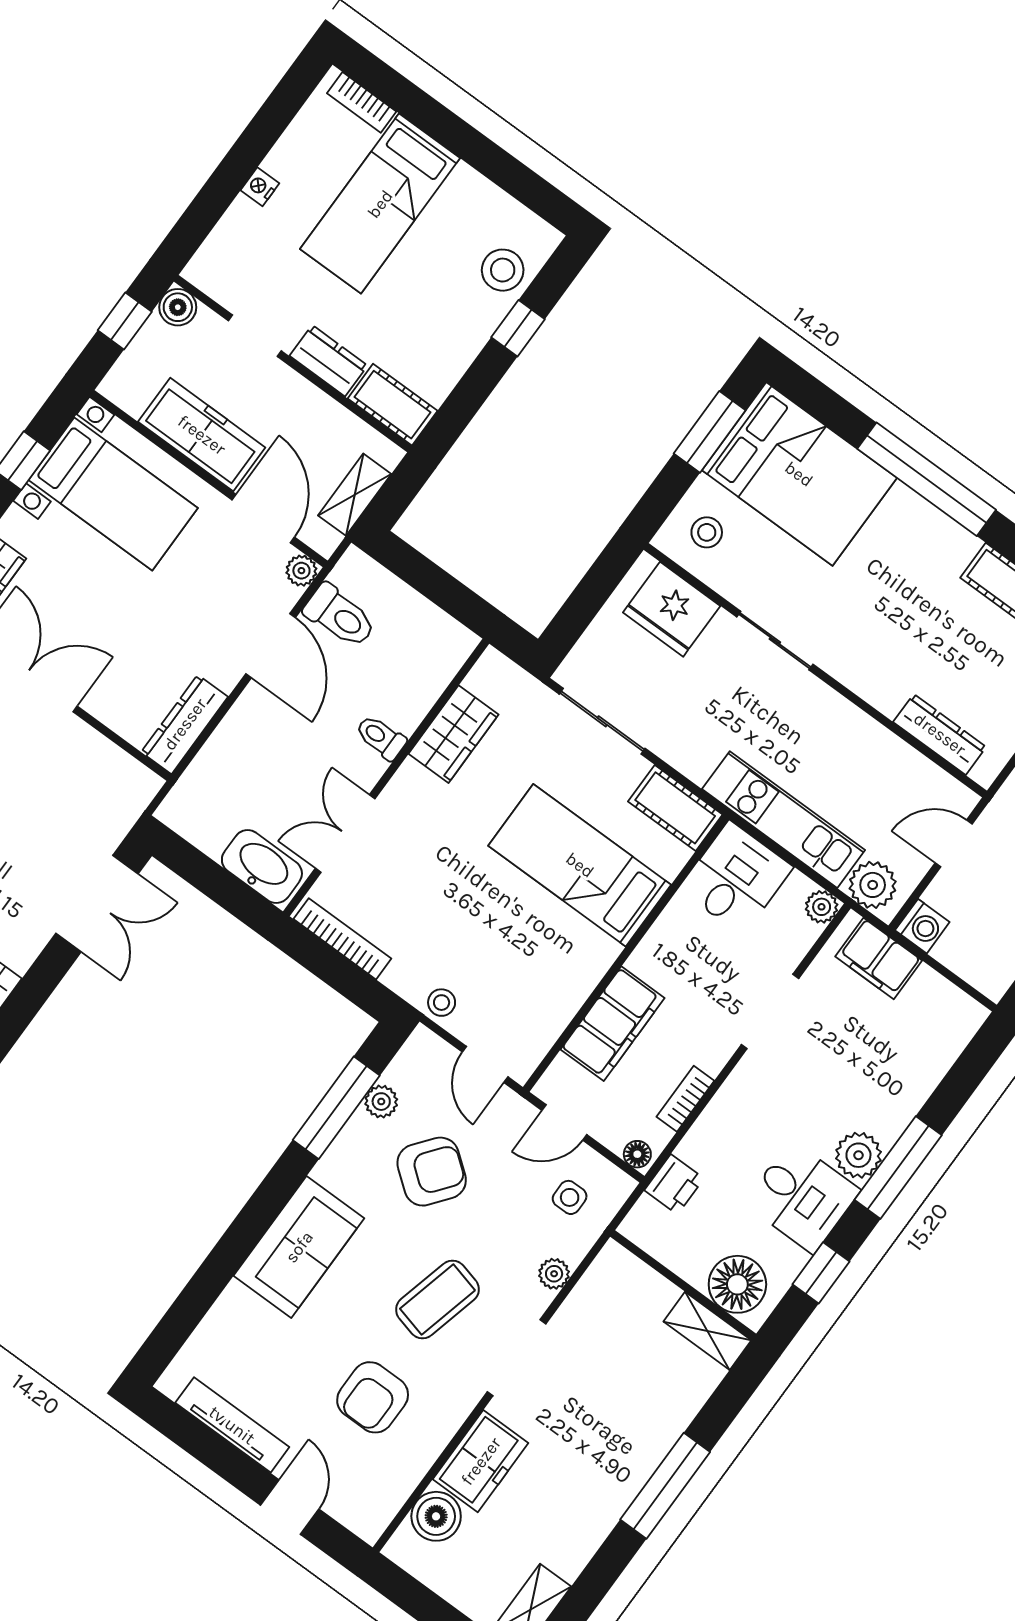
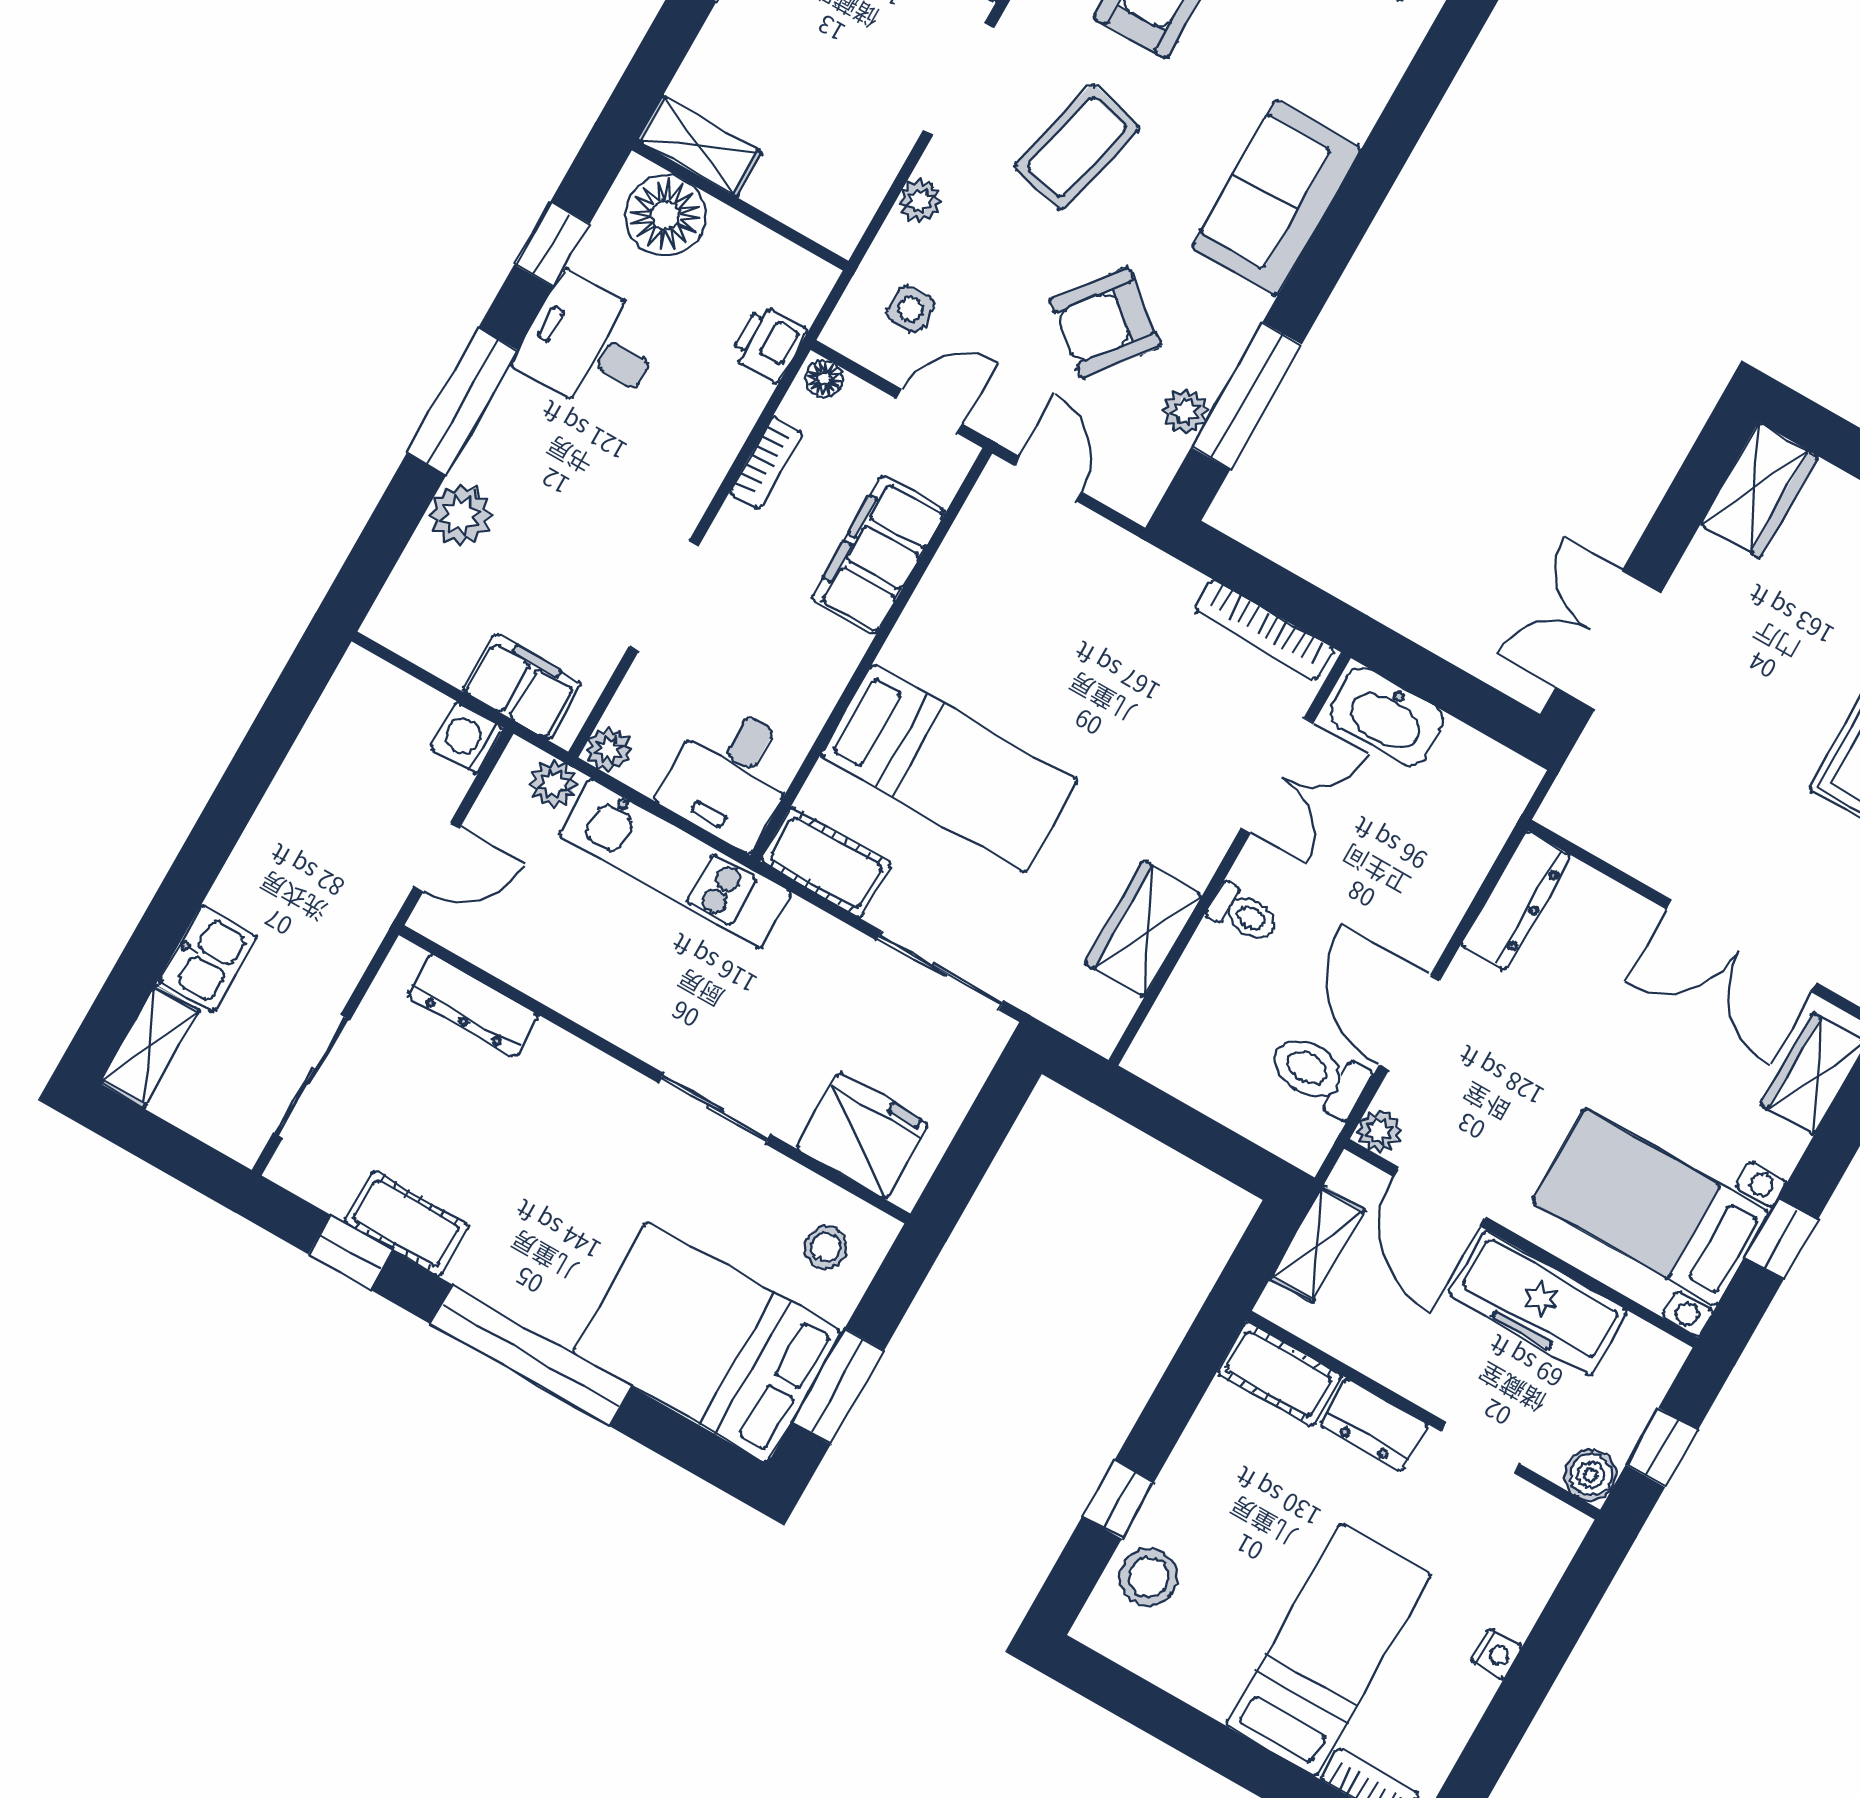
plant: (873, 885) -> (554, 784), width x0.73, depth x0.73
stool: (442, 1003) -> (1118, 557), removed
plant: (858, 1155) -> (460, 515), moved

